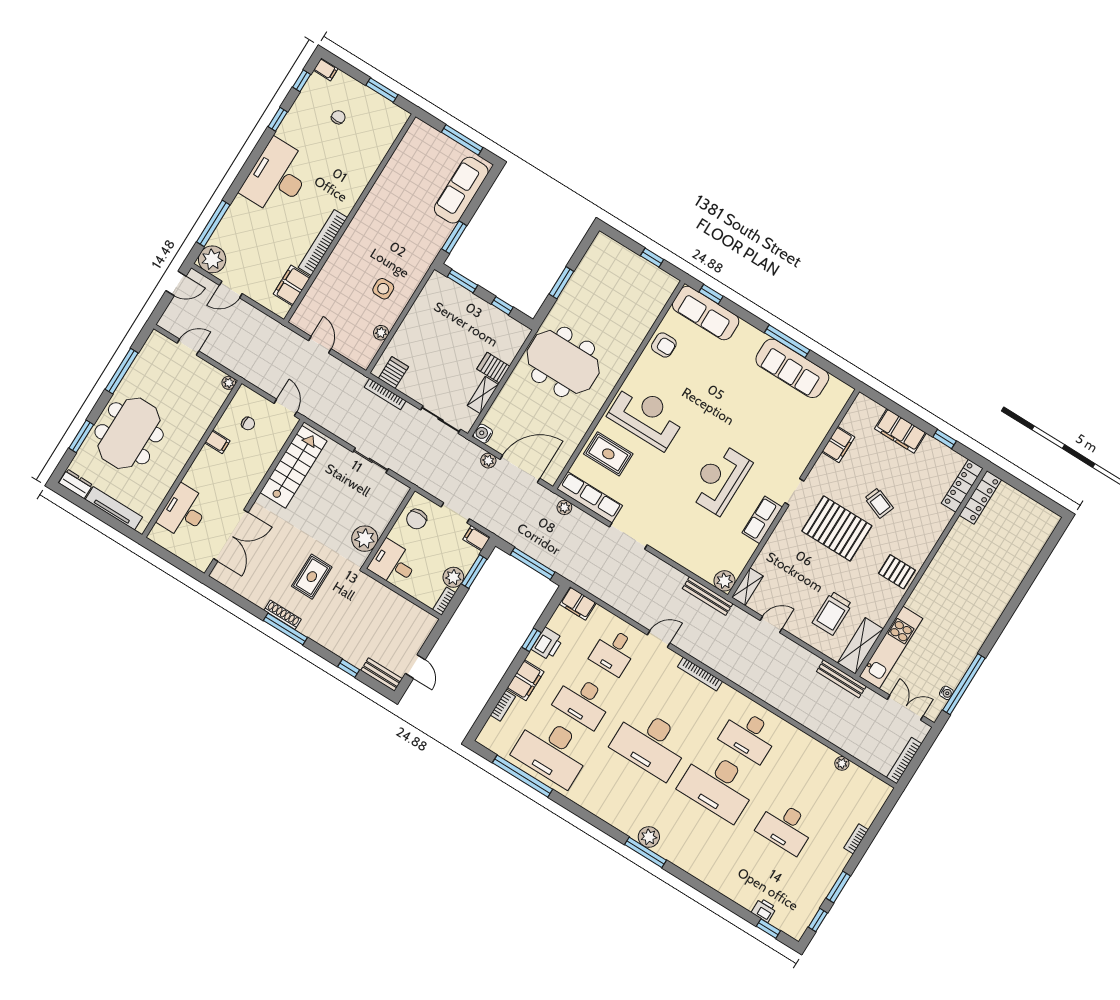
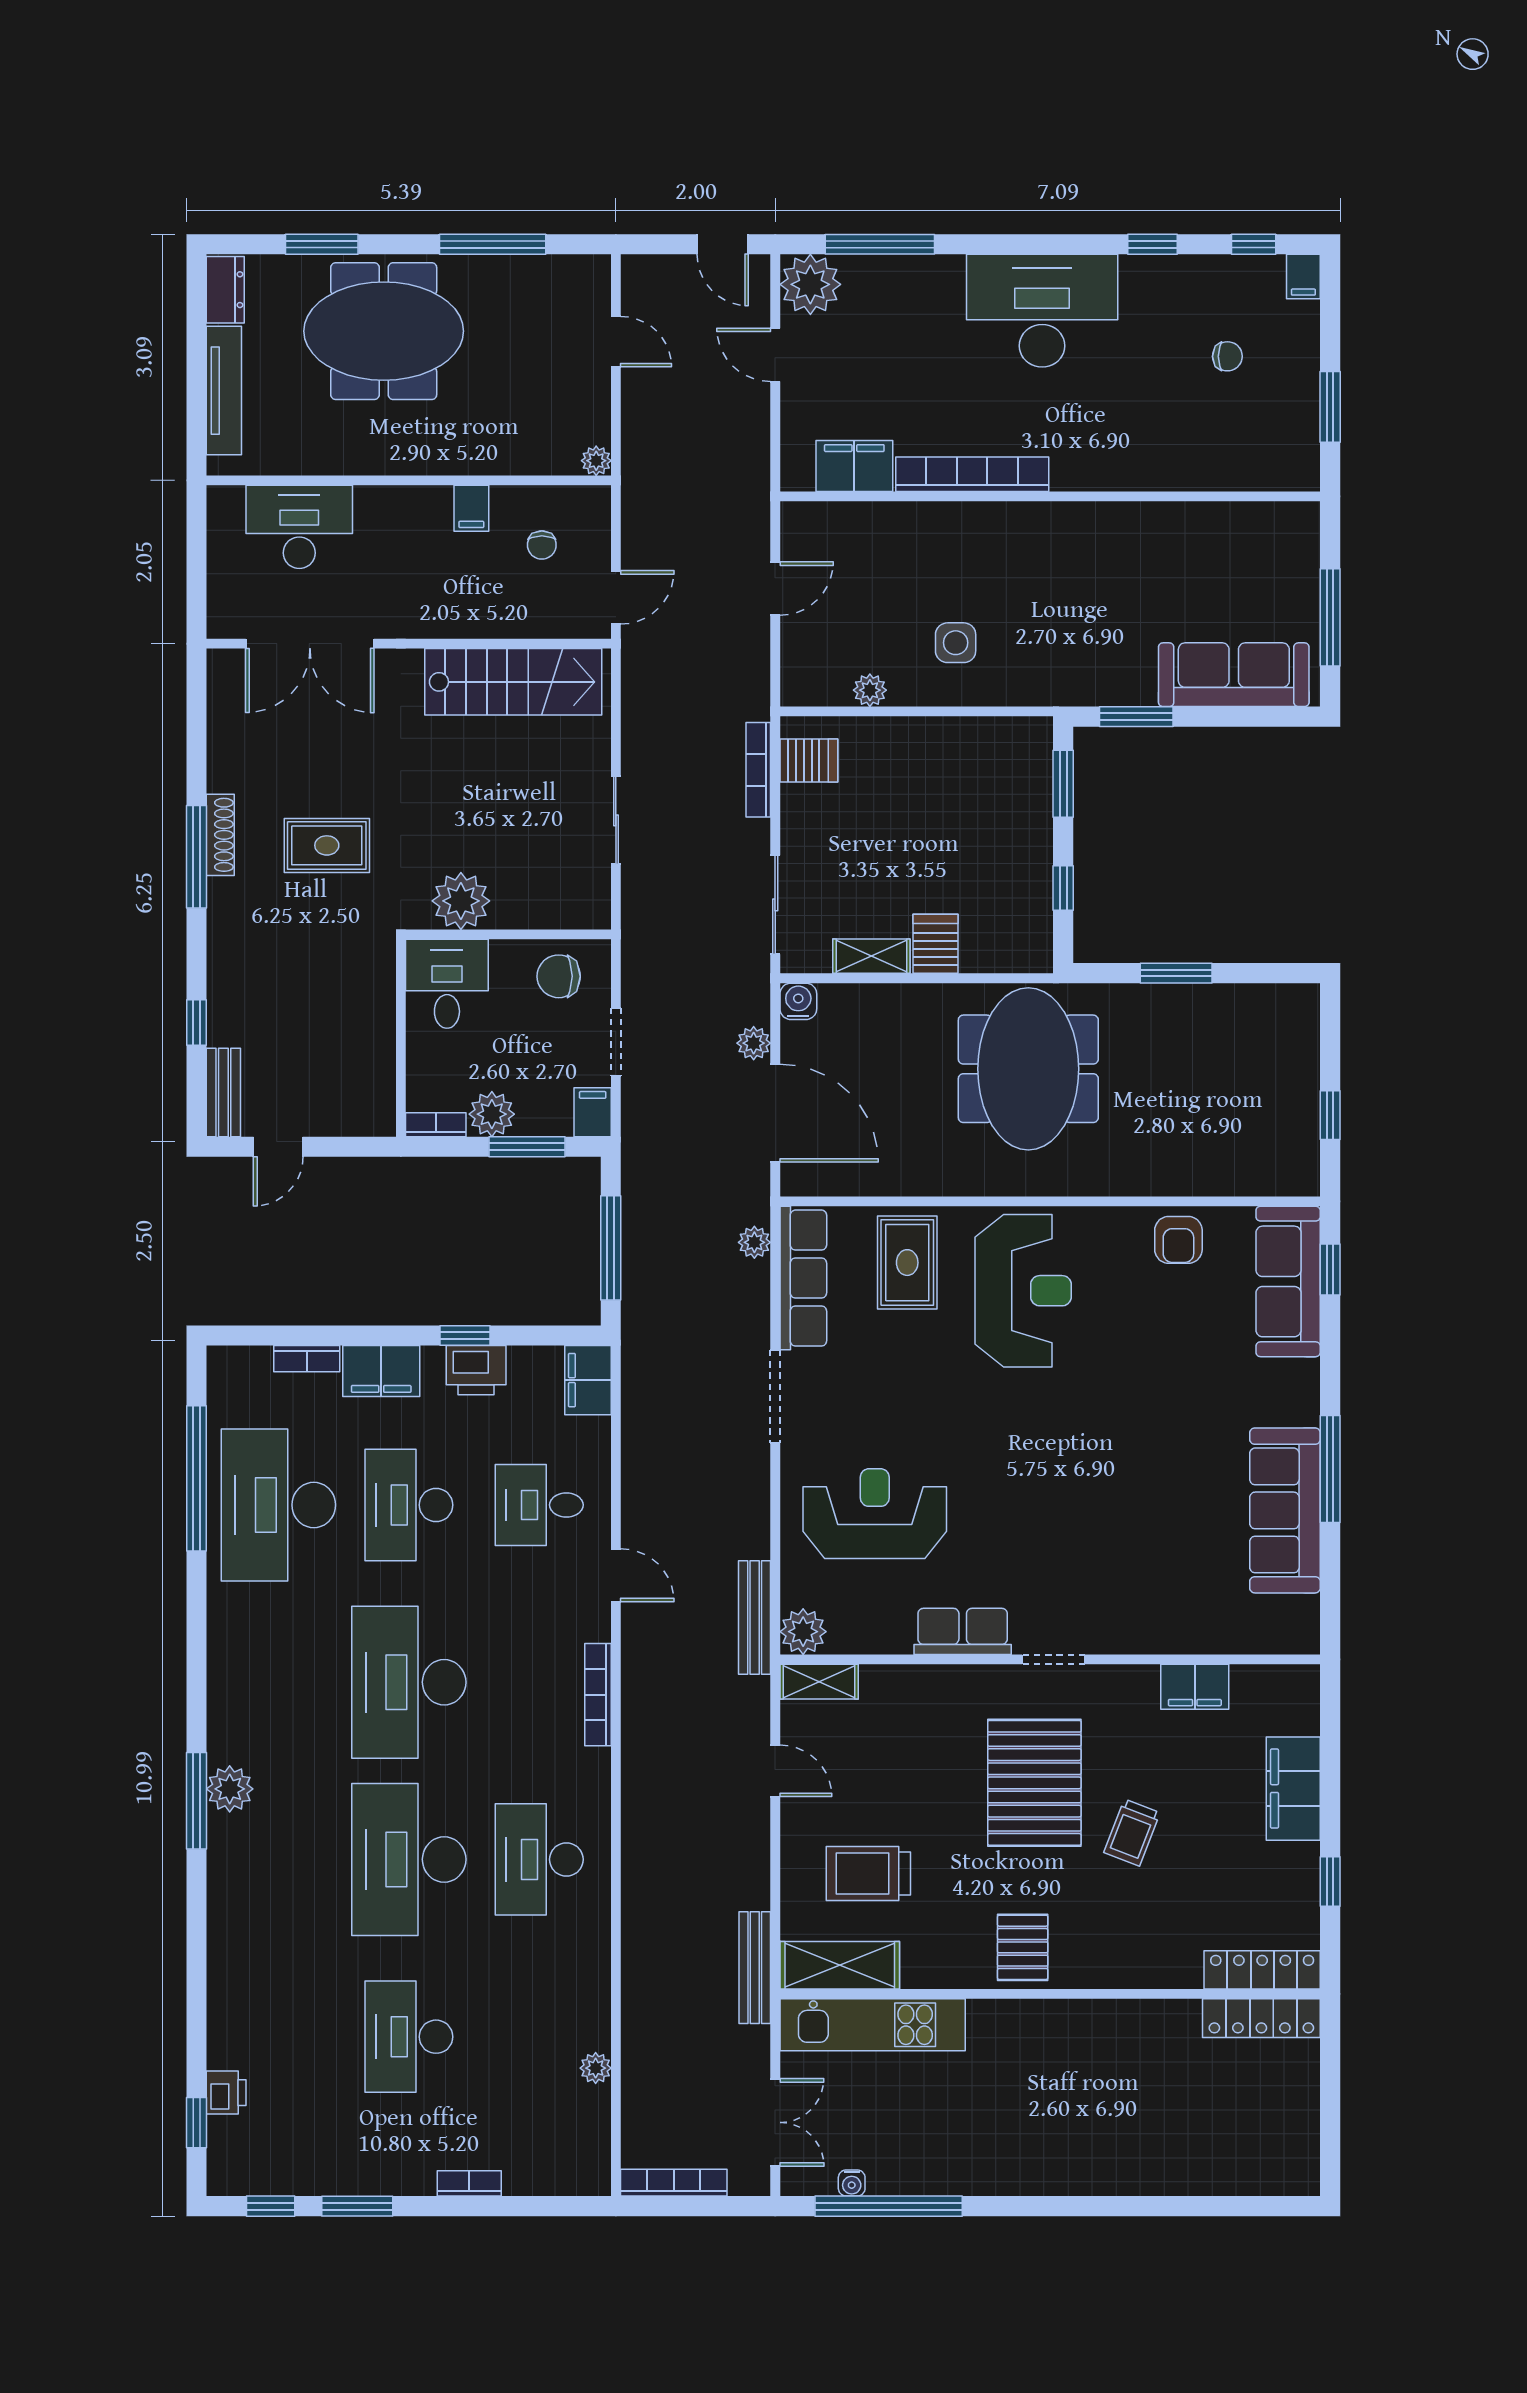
reception desk: (720, 479) -> (875, 1514), moved

